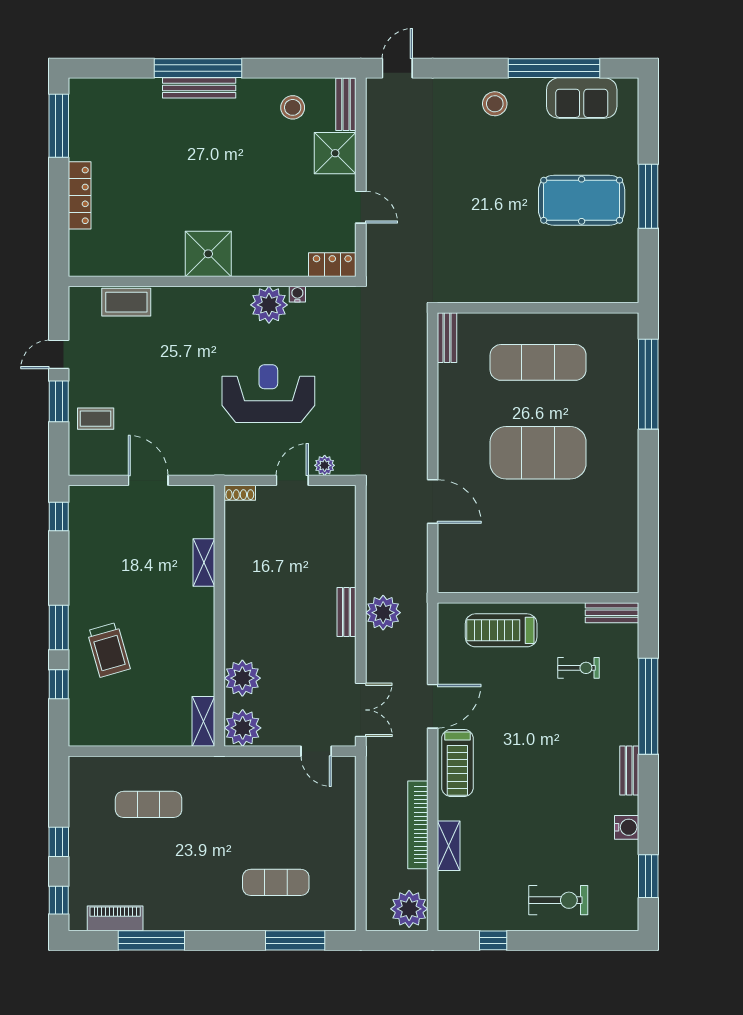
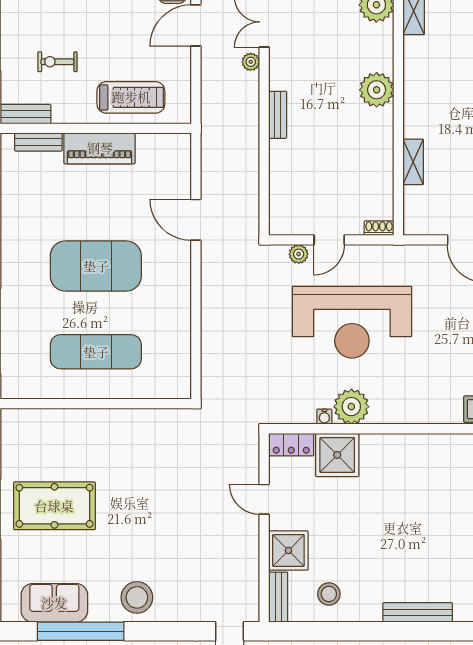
window: (198, 68) -> (419, 631), removed
stool: (495, 104) -> (137, 597), width x1.38, depth x1.38
shower: (208, 254) -> (337, 455), moved
bench: (447, 338) -> (38, 142), moved, turned 90
reception desk: (268, 394) -> (352, 322), width x1.36, depth x1.30
piano: (534, 577) -> (100, 148), added
plant: (383, 613) -> (251, 62), moved, width x0.53, depth x0.53
plant: (242, 678) -> (377, 90), moved

